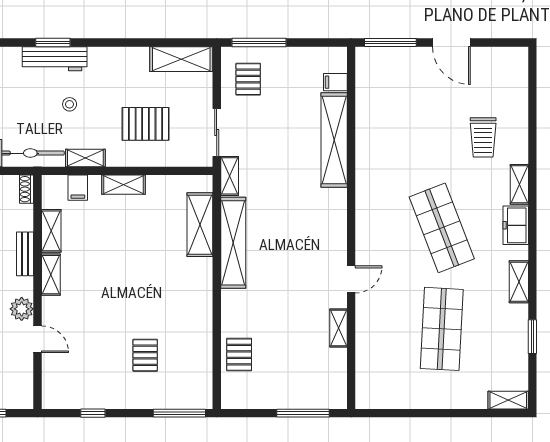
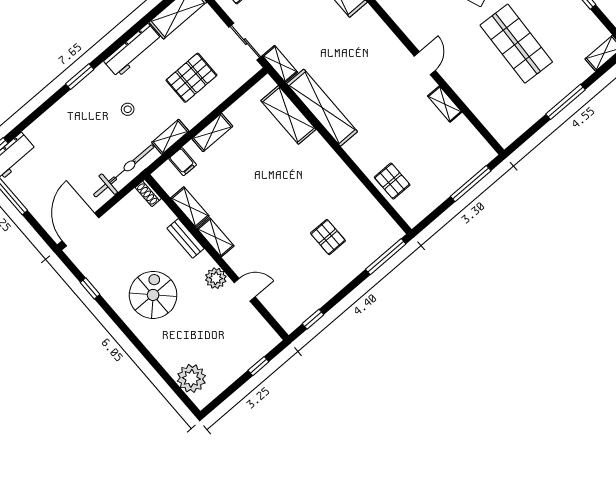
workbench: (55, 59) -> (133, 50), moved
window: (93, 413) -> (313, 319), moved
window: (441, 413) -> (566, 102), added

